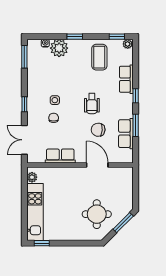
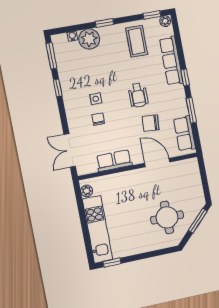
row of seats: (126, 79) -> (171, 61), width x1.48
window: (24, 104) -> (58, 88), moved
row of seats: (126, 134) -> (185, 133), moved

